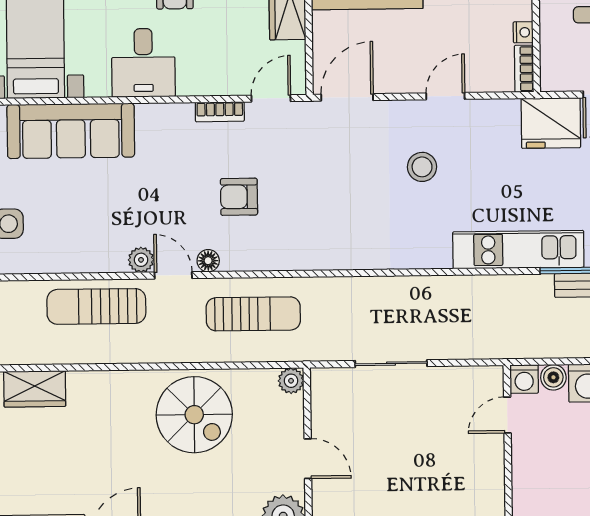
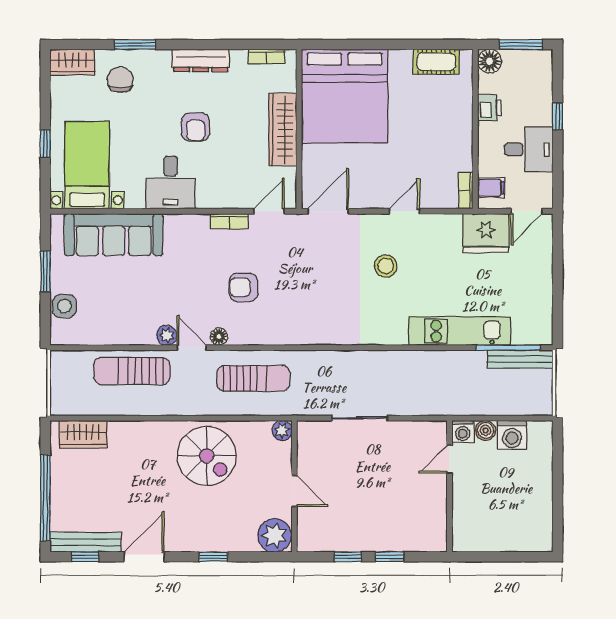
nightstand: (523, 32) -> (465, 163), removed
filing cabinet: (557, 64) -> (491, 188), added

